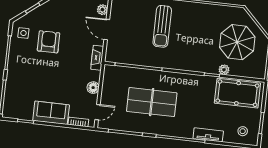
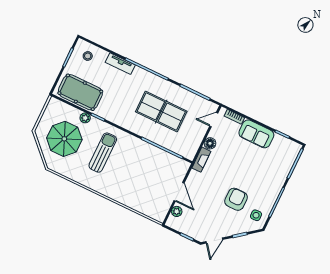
sun lounger: (162, 26) -> (103, 153), moved
armchair: (49, 42) -> (236, 199), turned 180
fireplace: (97, 58) -> (201, 160), moved

